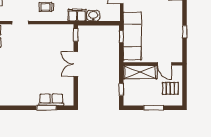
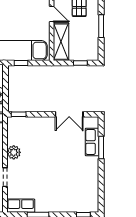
plant: (42, 30) -> (14, 152), added
double door: (76, 64) -> (69, 114), moved
door: (165, 64) -> (52, 14), hinge flipped

